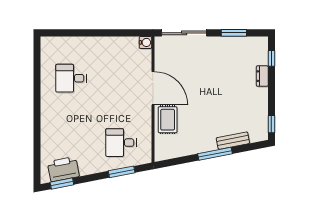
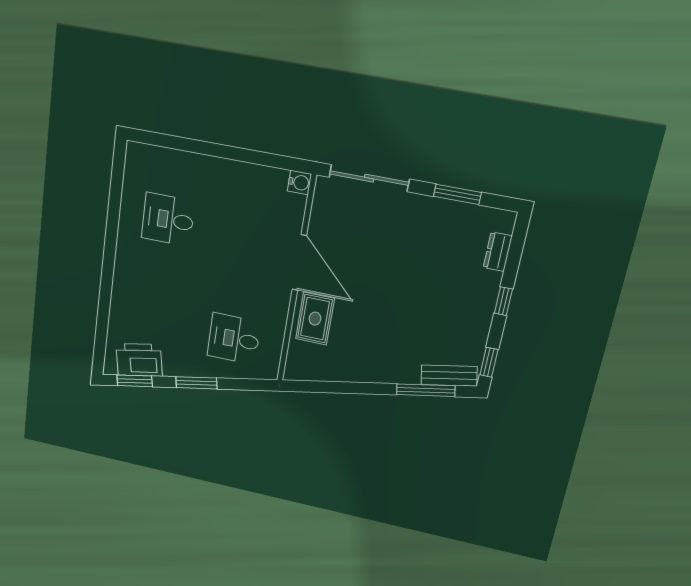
window: (271, 58) -> (503, 301), moved
dresser: (262, 76) -> (498, 252), moved
bench: (233, 141) -> (449, 376), moved
window: (215, 154) -> (426, 390), moved
window: (122, 172) -> (196, 383), moved

